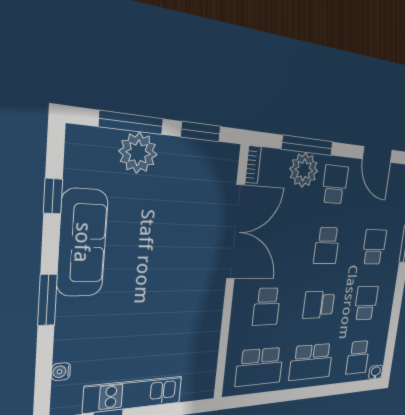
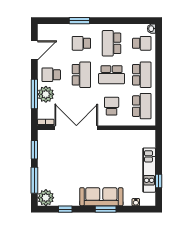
plant: (138, 153) -> (46, 198), moved
sofa: (82, 243) -> (101, 197), moved
school desk: (327, 246) -> (81, 75), width x1.85
school desk: (366, 303) -> (112, 43), width x1.85
school desk: (319, 305) -> (112, 75), width x1.85
school desk: (267, 307) -> (112, 106), turned -90

